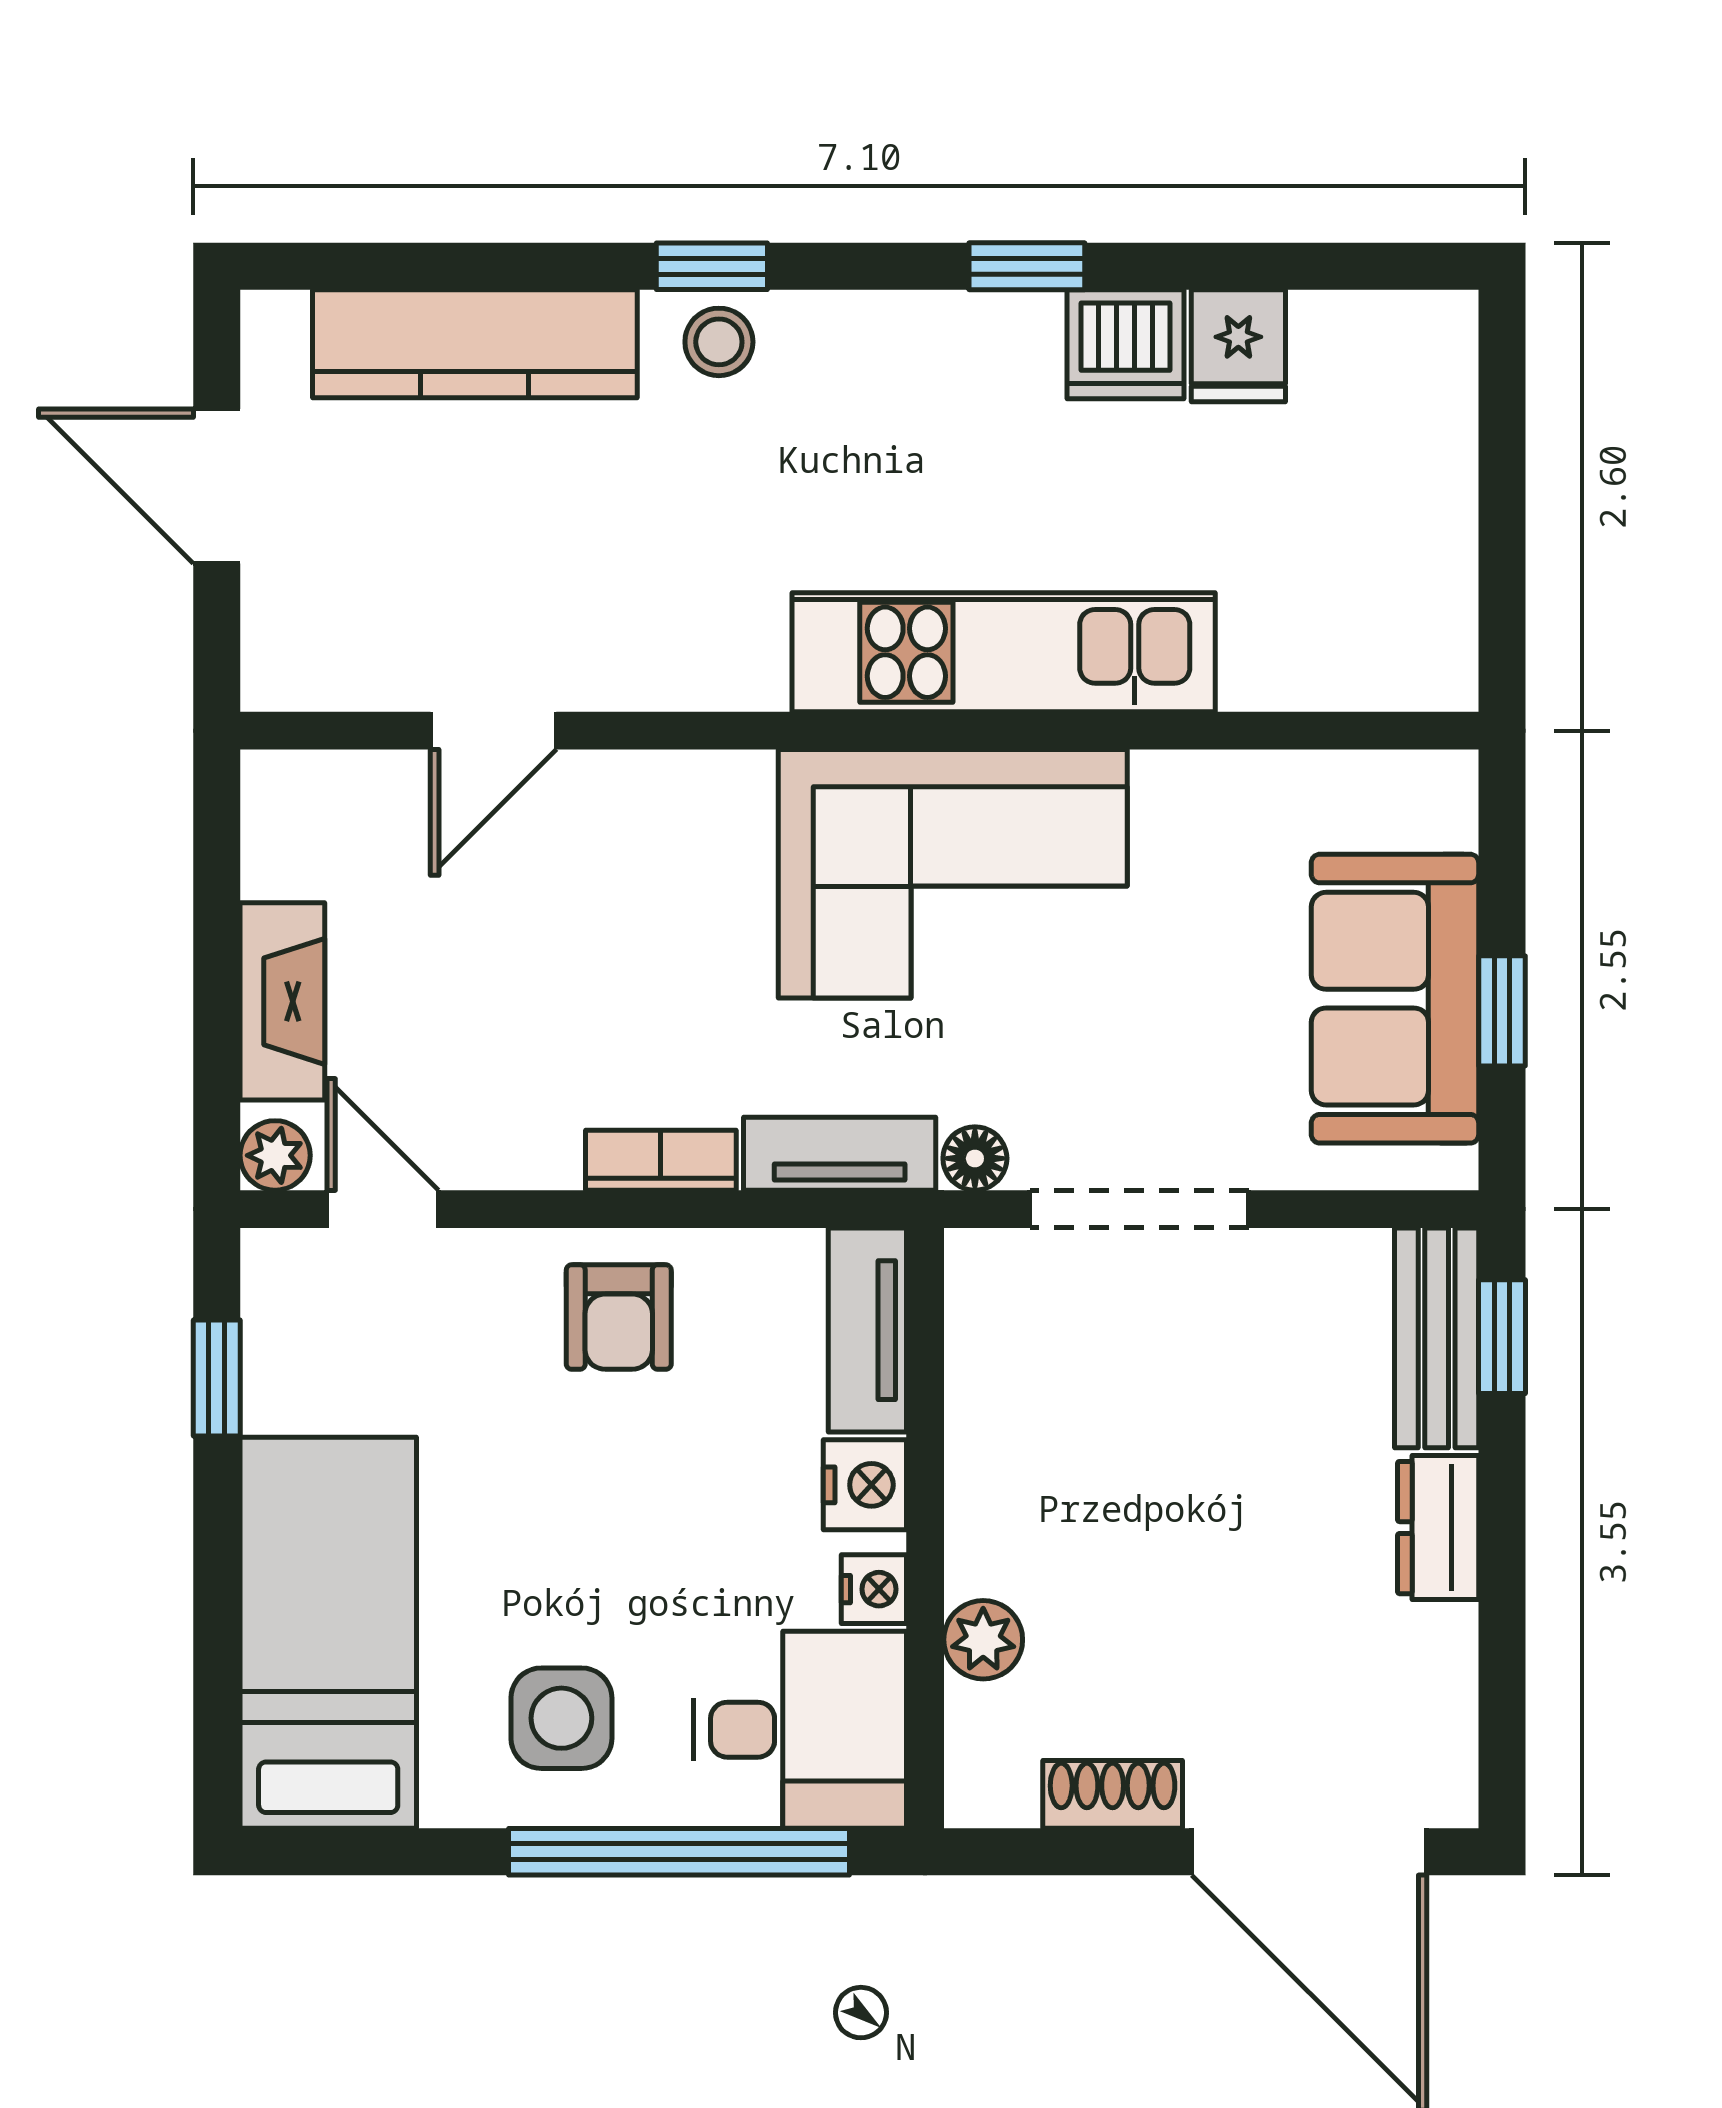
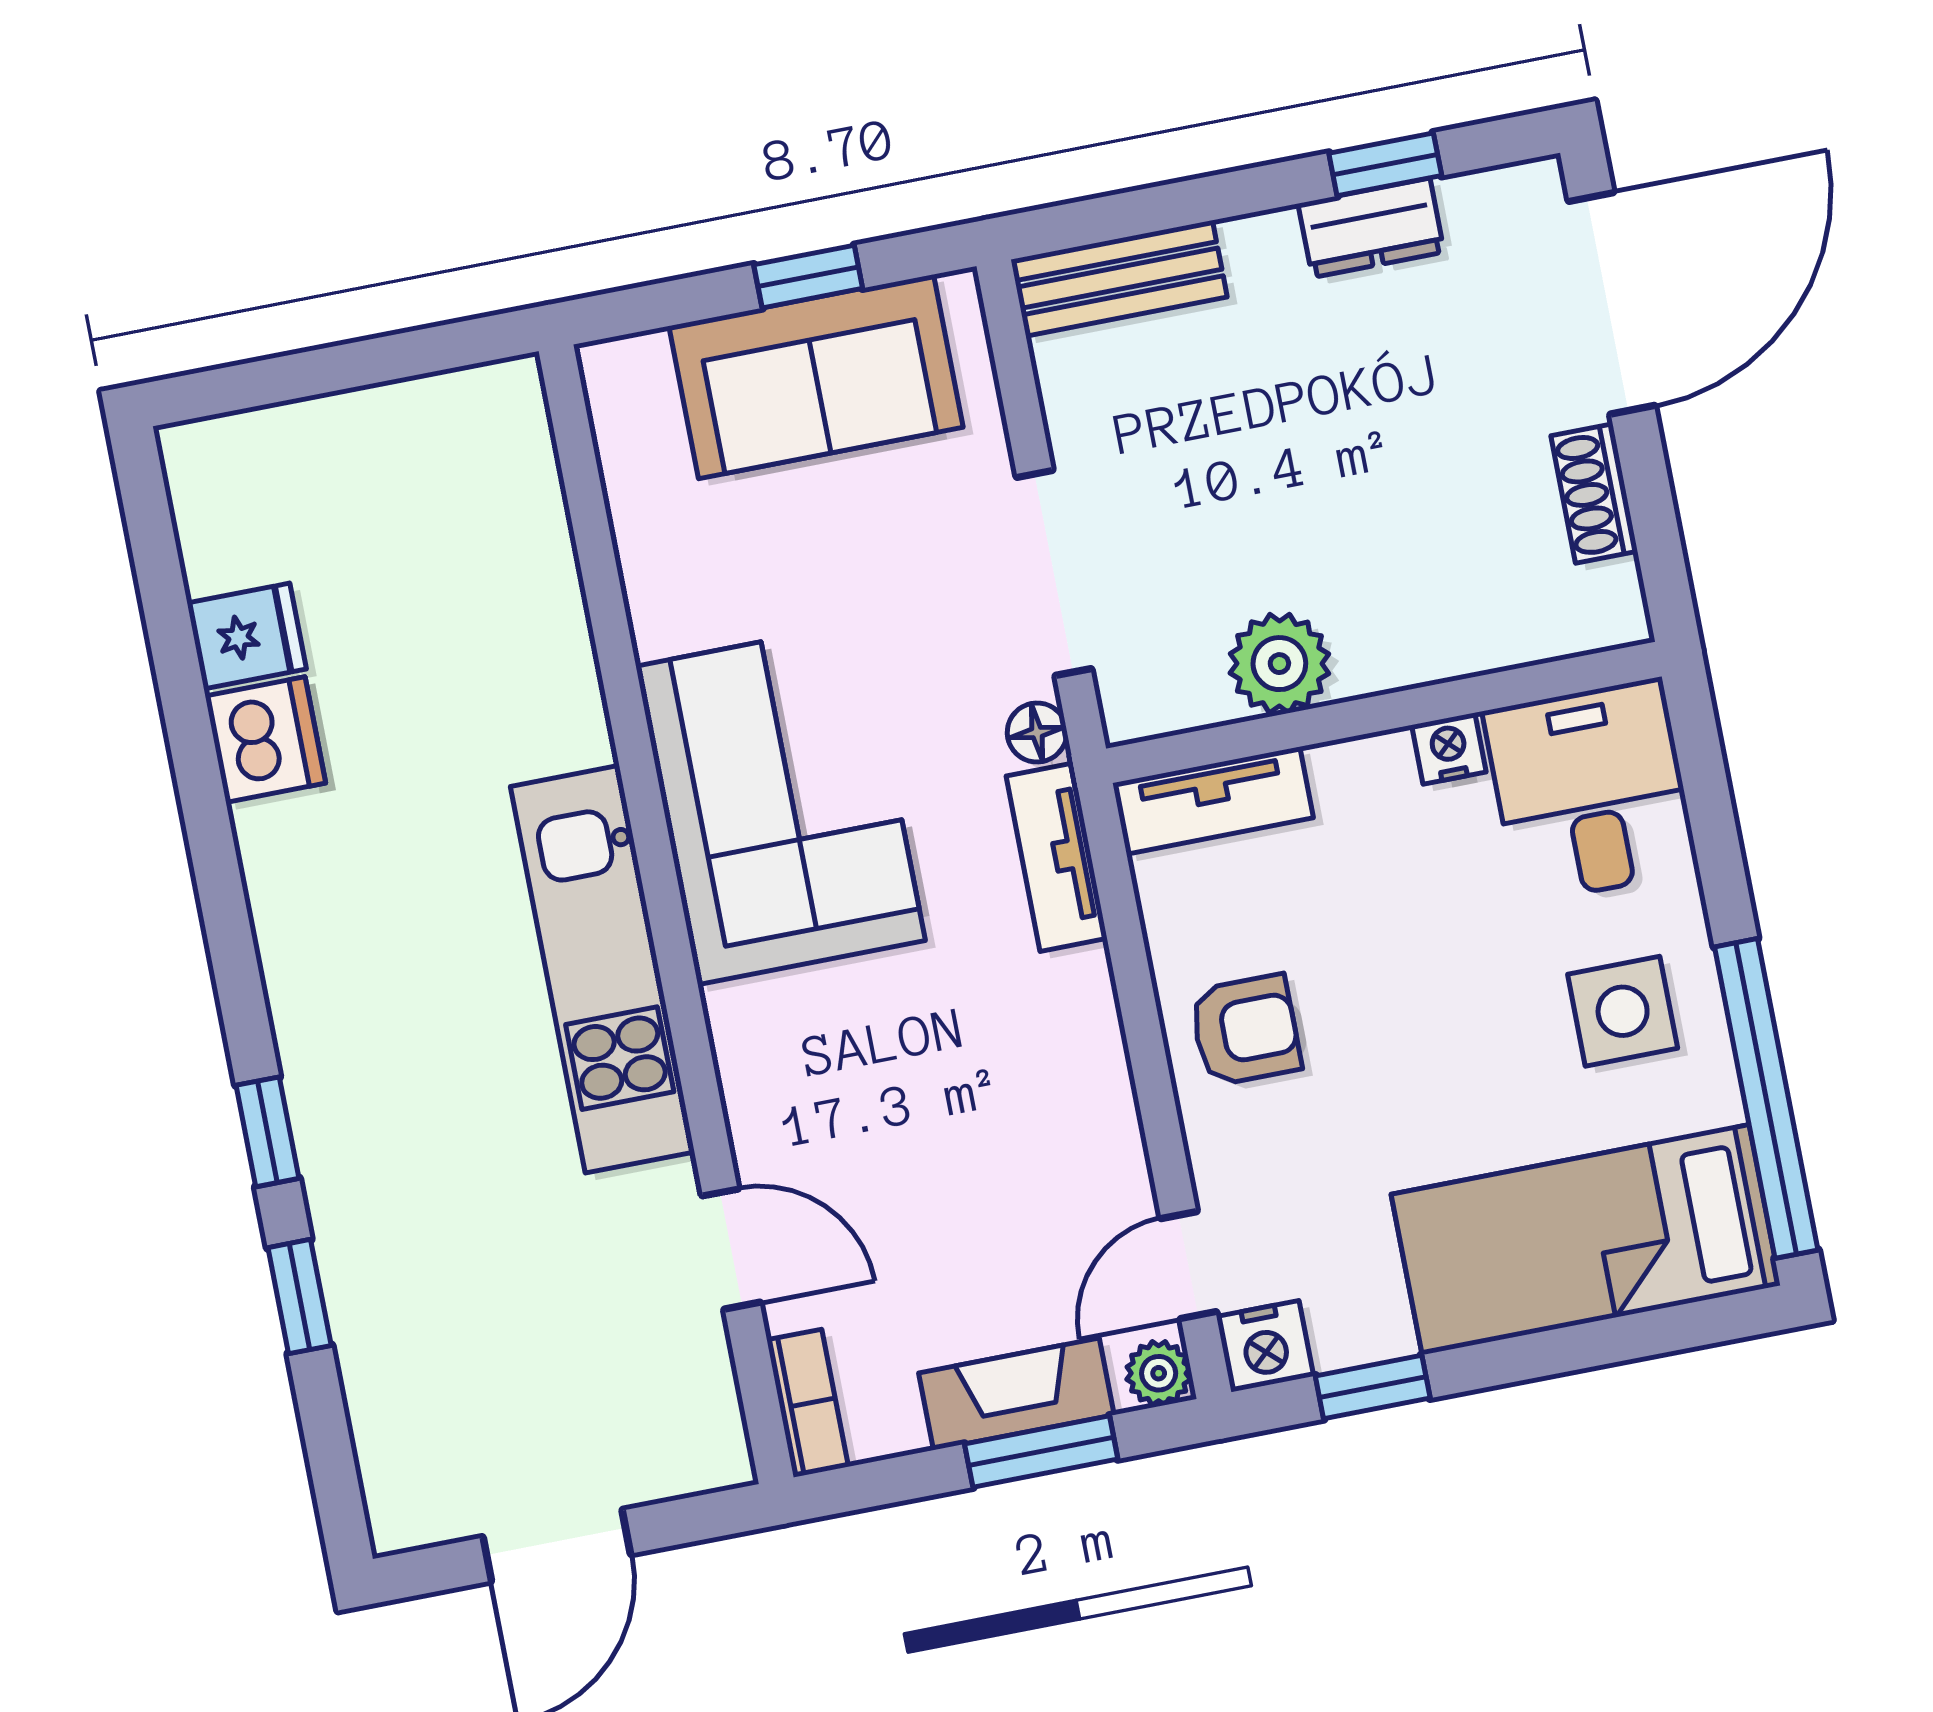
window: (1027, 266) -> (300, 1297), moved
stool: (719, 342) -> (335, 1112), removed
kitchen counter: (475, 344) -> (381, 1335), removed
kitchen unit: (1004, 652) -> (602, 969), moved
window: (217, 1016) -> (1041, 1451), added
bookcase: (661, 1160) -> (808, 1403), moved, turned 180
window: (1502, 1337) -> (1385, 164), moved
nightstand: (865, 1485) -> (1265, 1346), moved, turned 180
dresser: (1438, 1528) -> (1371, 228), moved
plant: (983, 1640) -> (1279, 664), moved, width x1.38, depth x1.38
window: (679, 1852) -> (1766, 1098), moved

